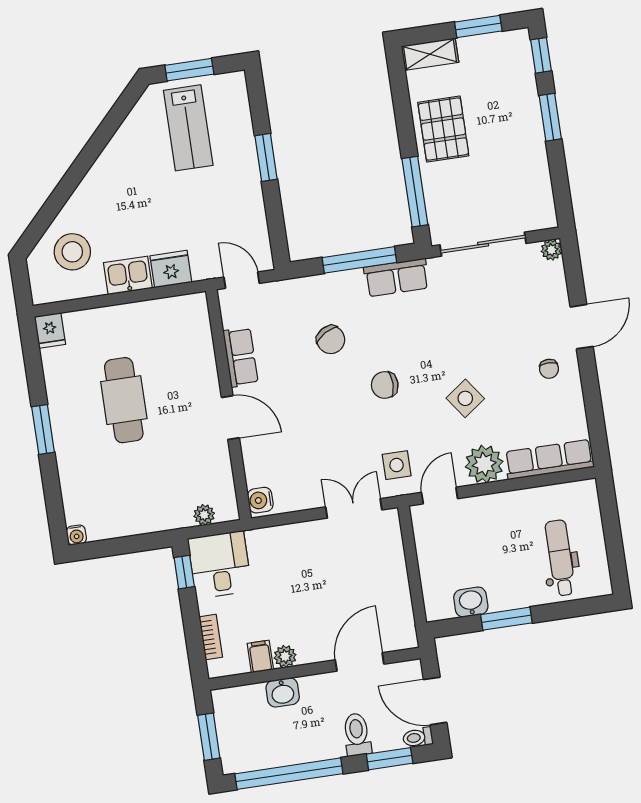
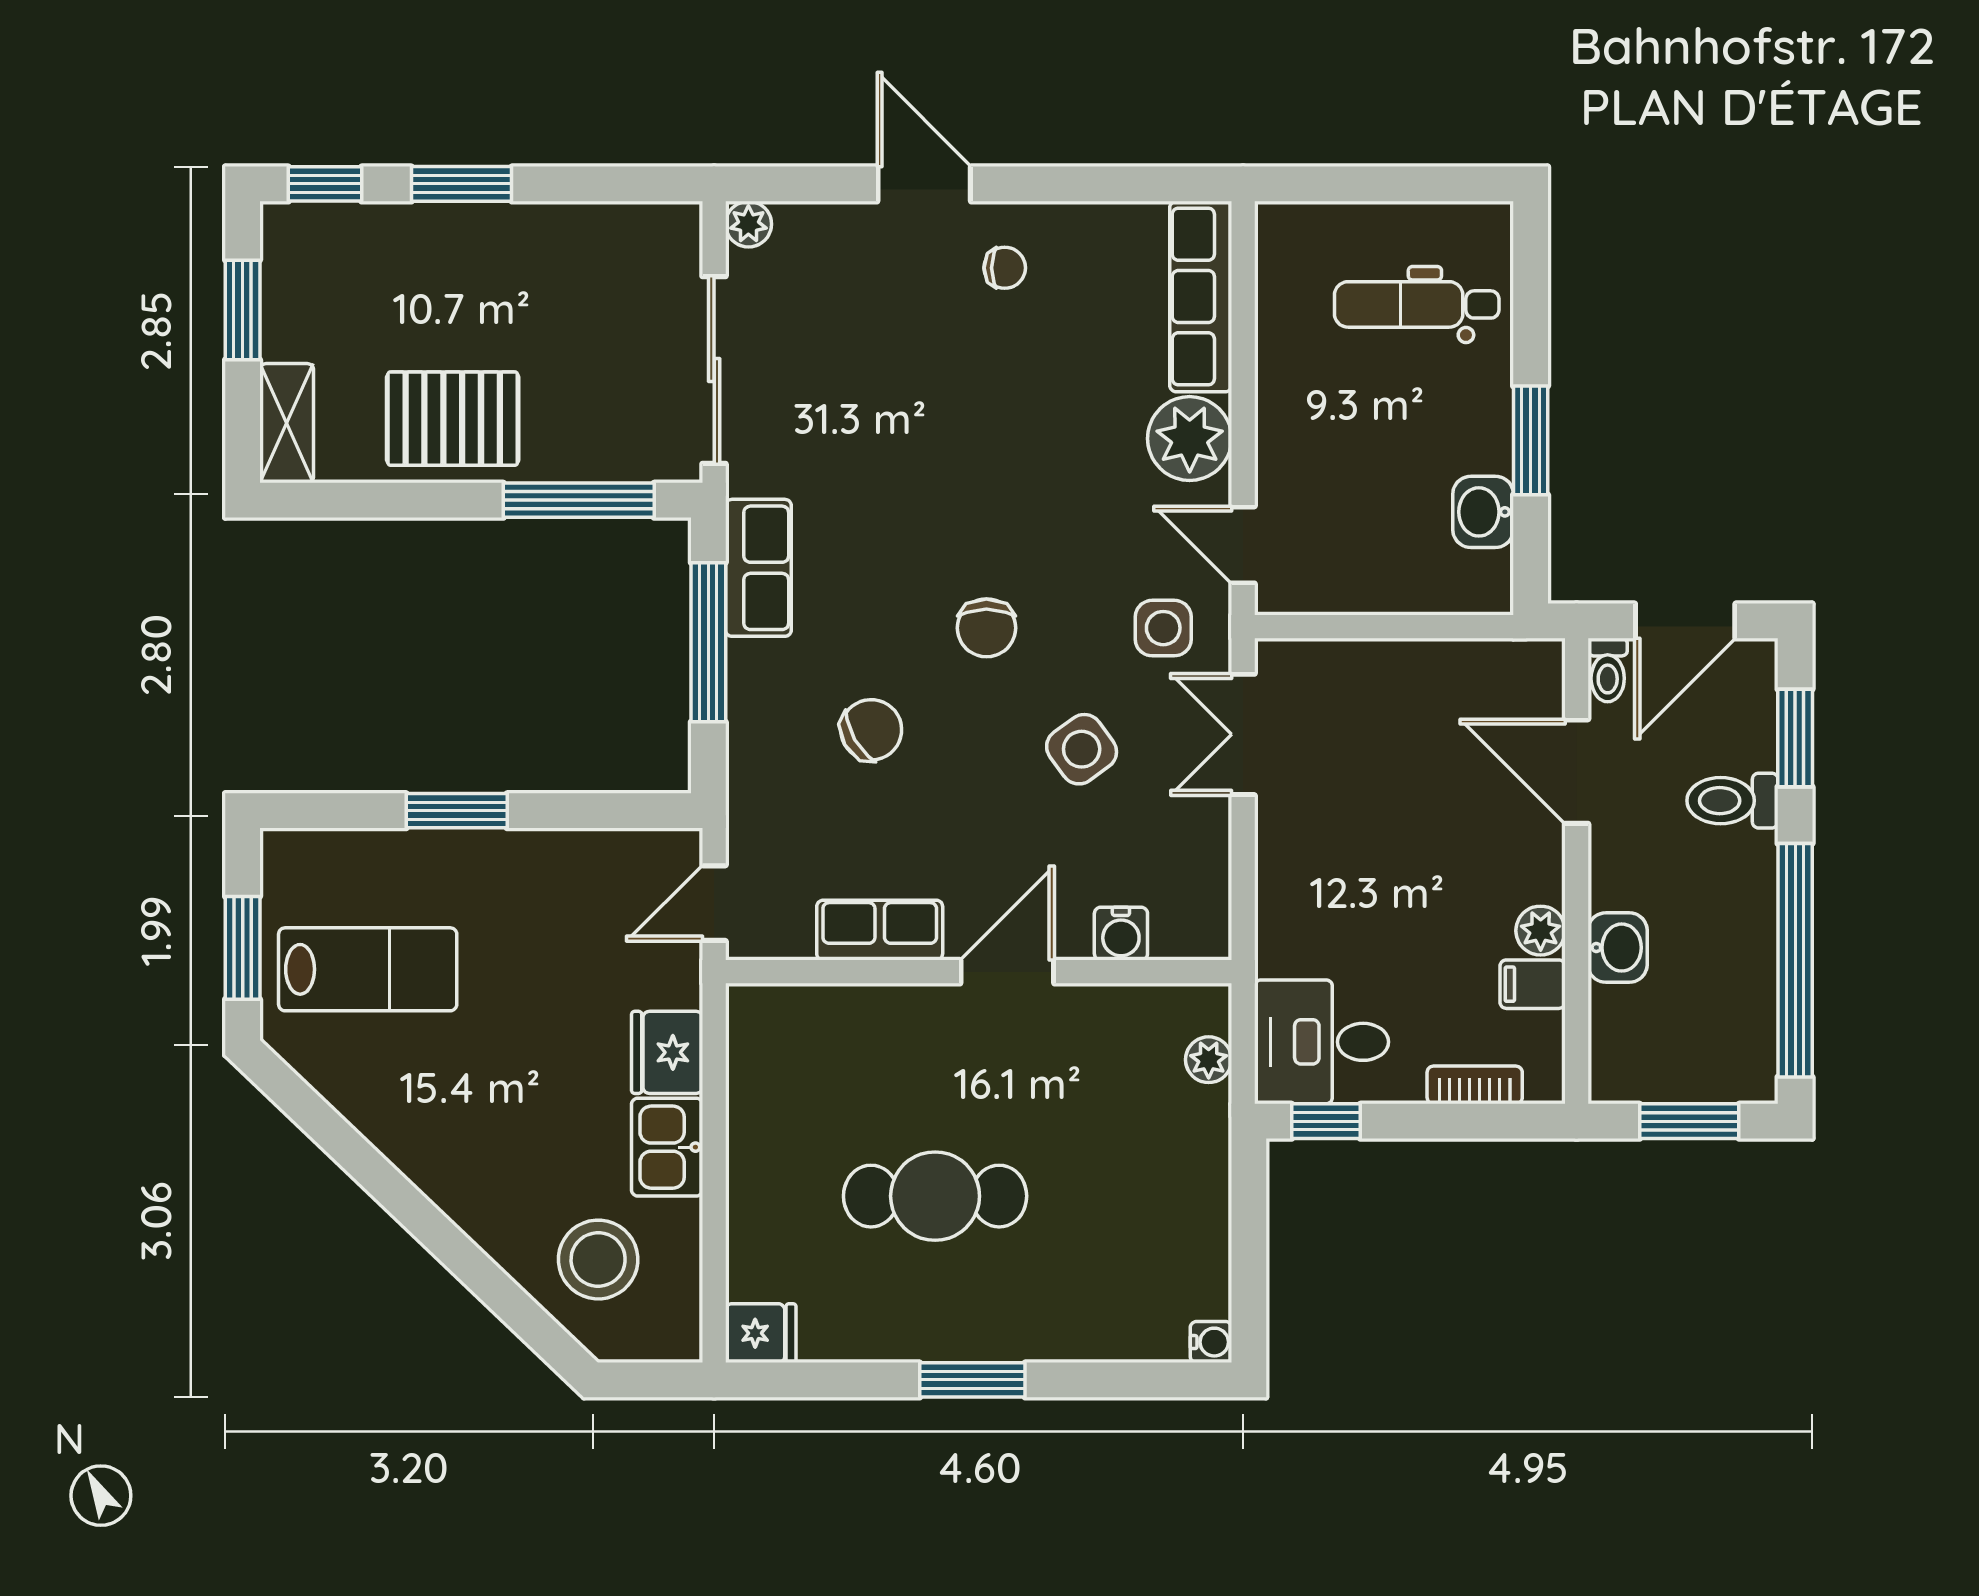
side table: (465, 398) -> (1082, 749), moved
water cooler: (260, 500) -> (1121, 934), moved
toilet: (418, 737) -> (1608, 670), moved

